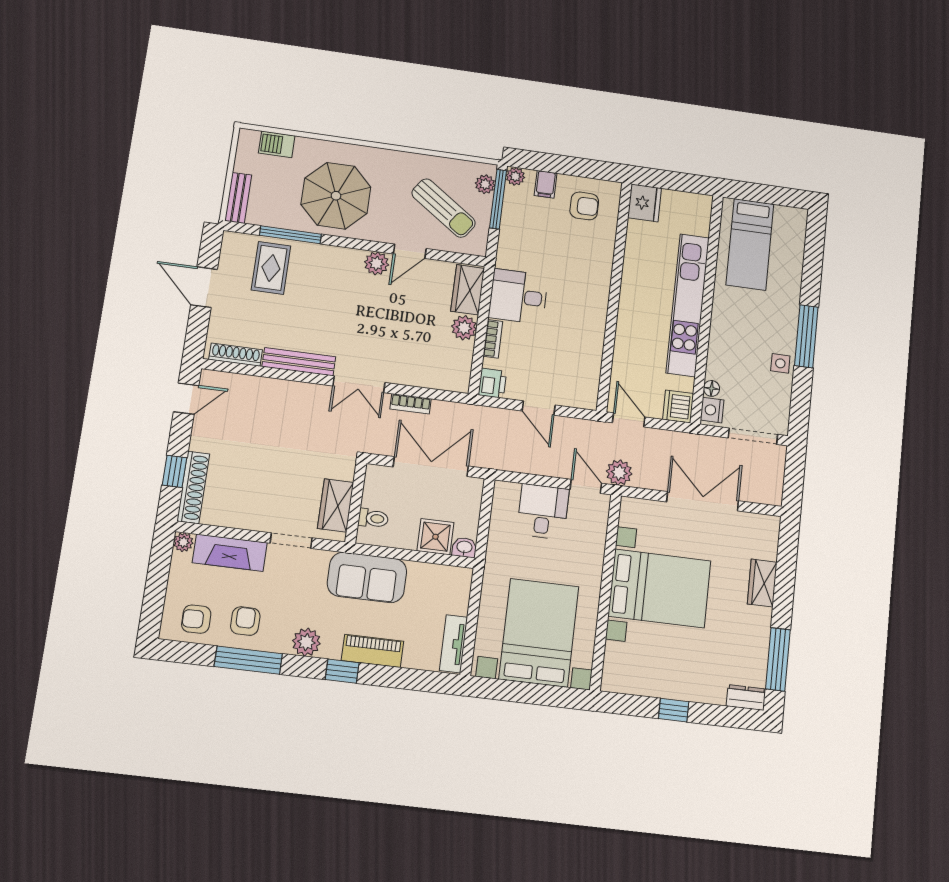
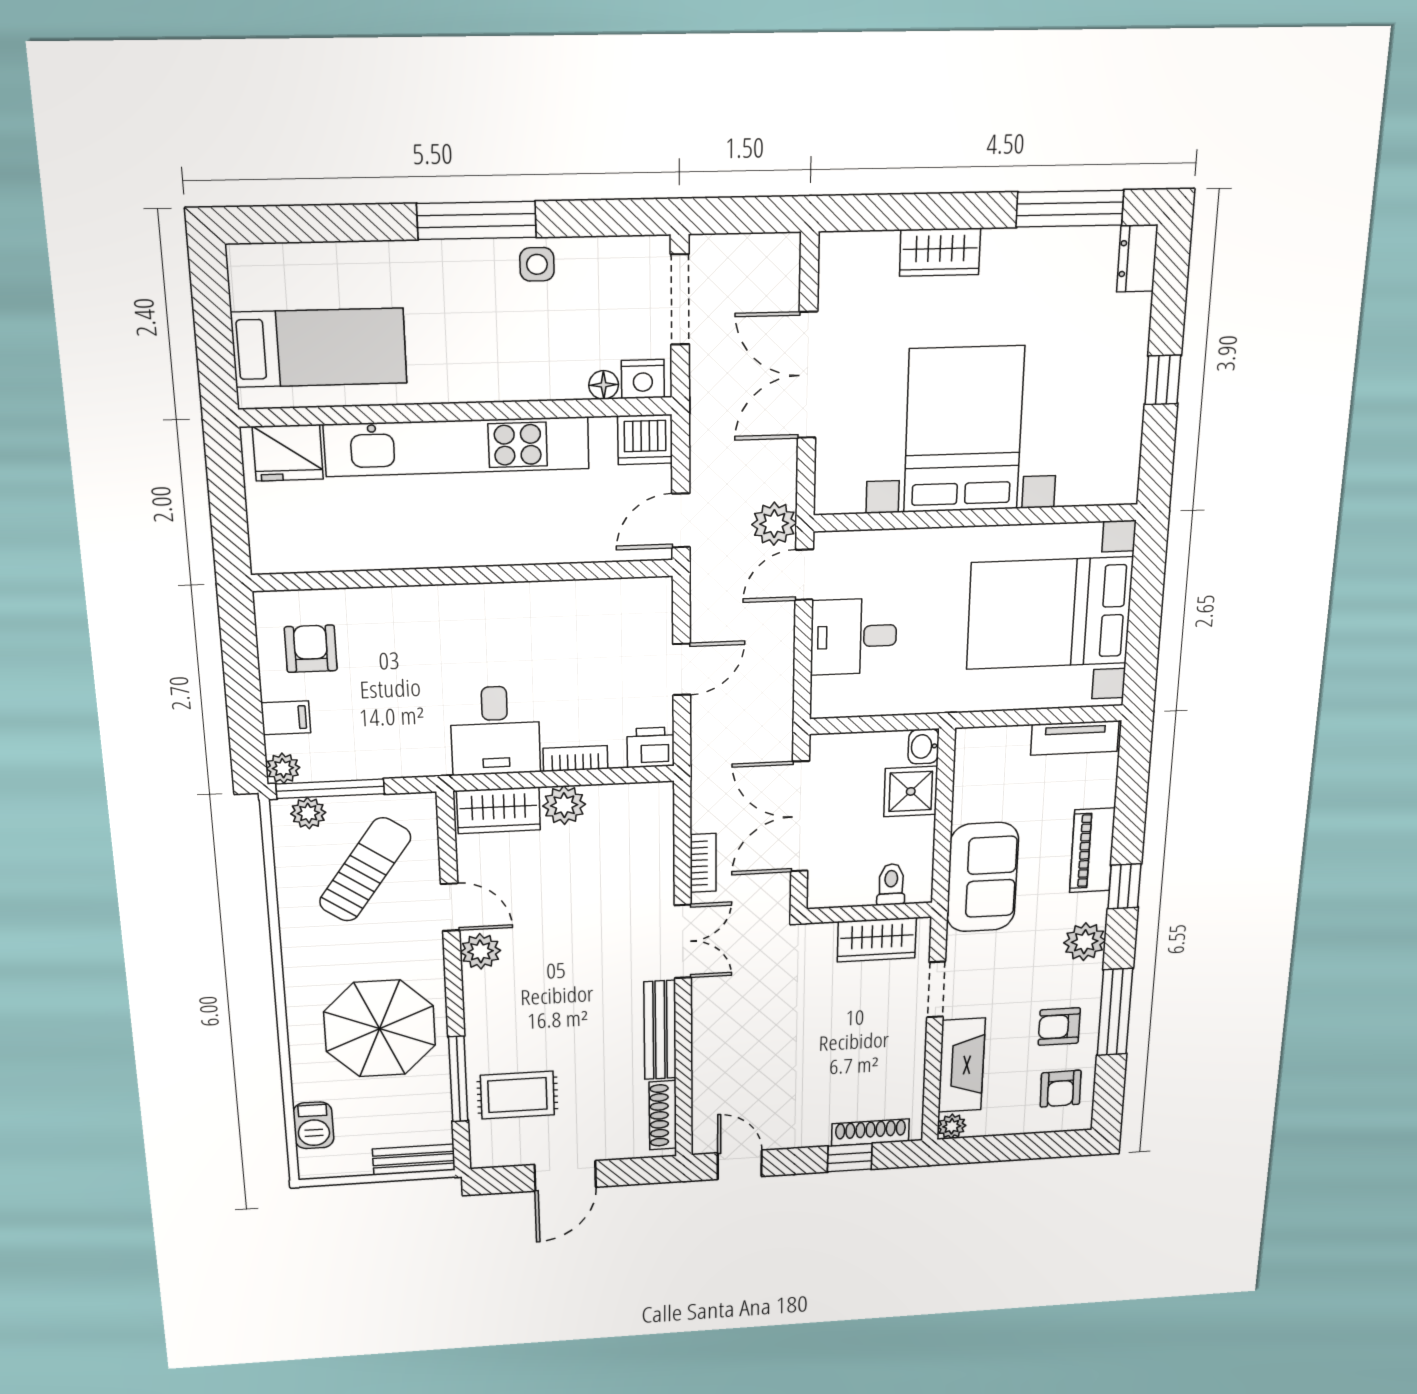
fridge: (645, 203) -> (288, 453), moved, turned 180
shoe rack: (193, 487) -> (870, 1132), width x0.74, depth x0.81

